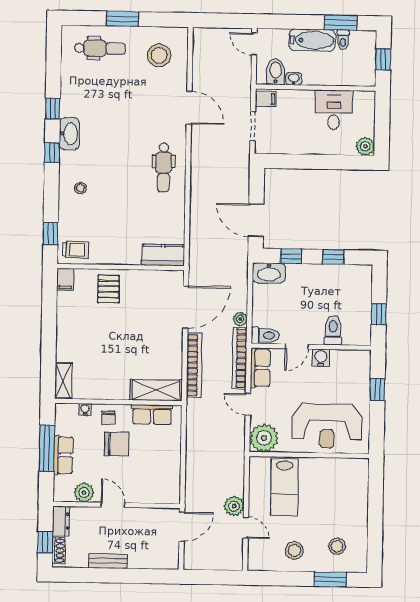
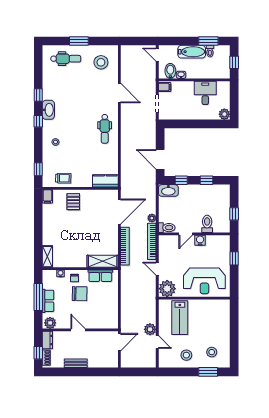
trolley: (75, 250) -> (63, 178), moved
row of seats: (260, 368) -> (164, 247), removed
plant: (84, 493) -> (50, 323), moved

